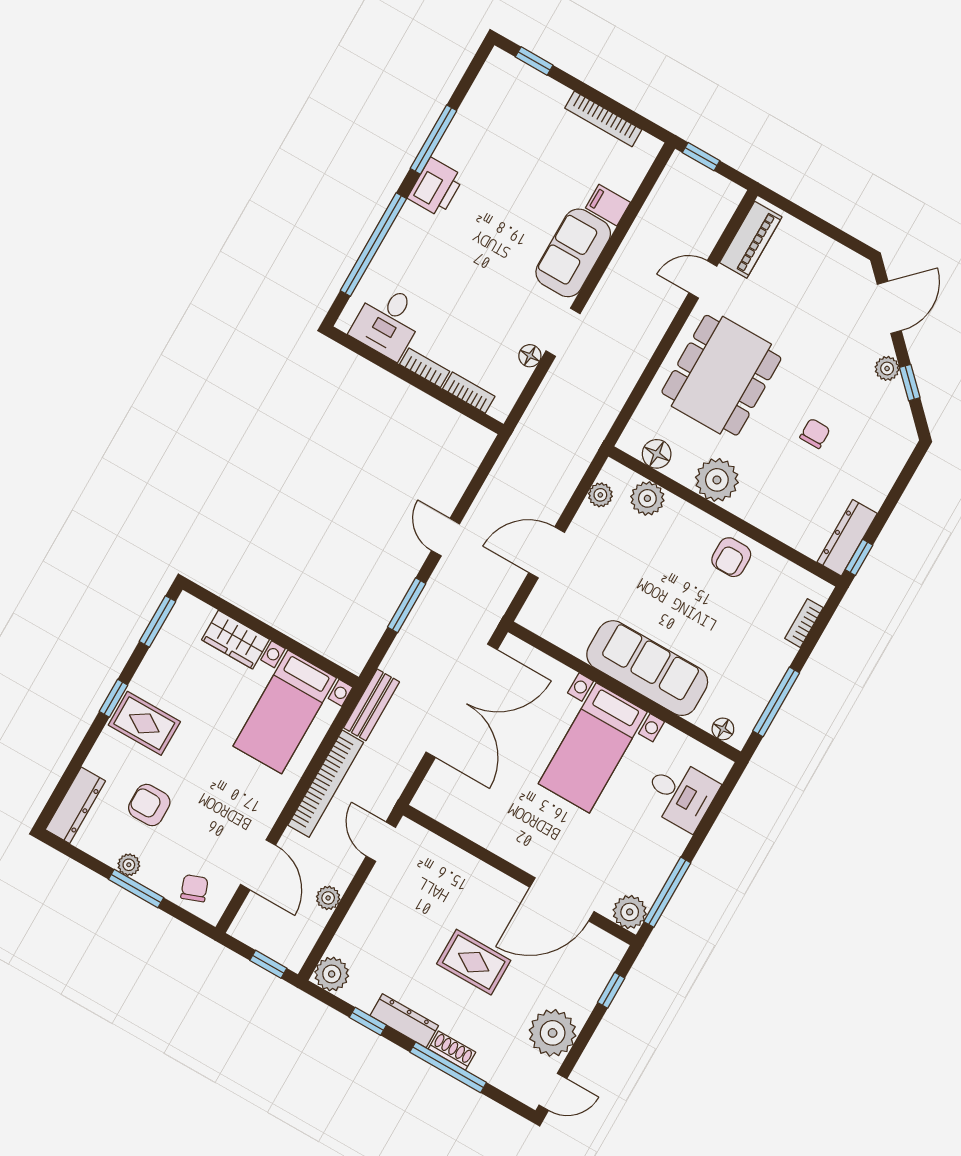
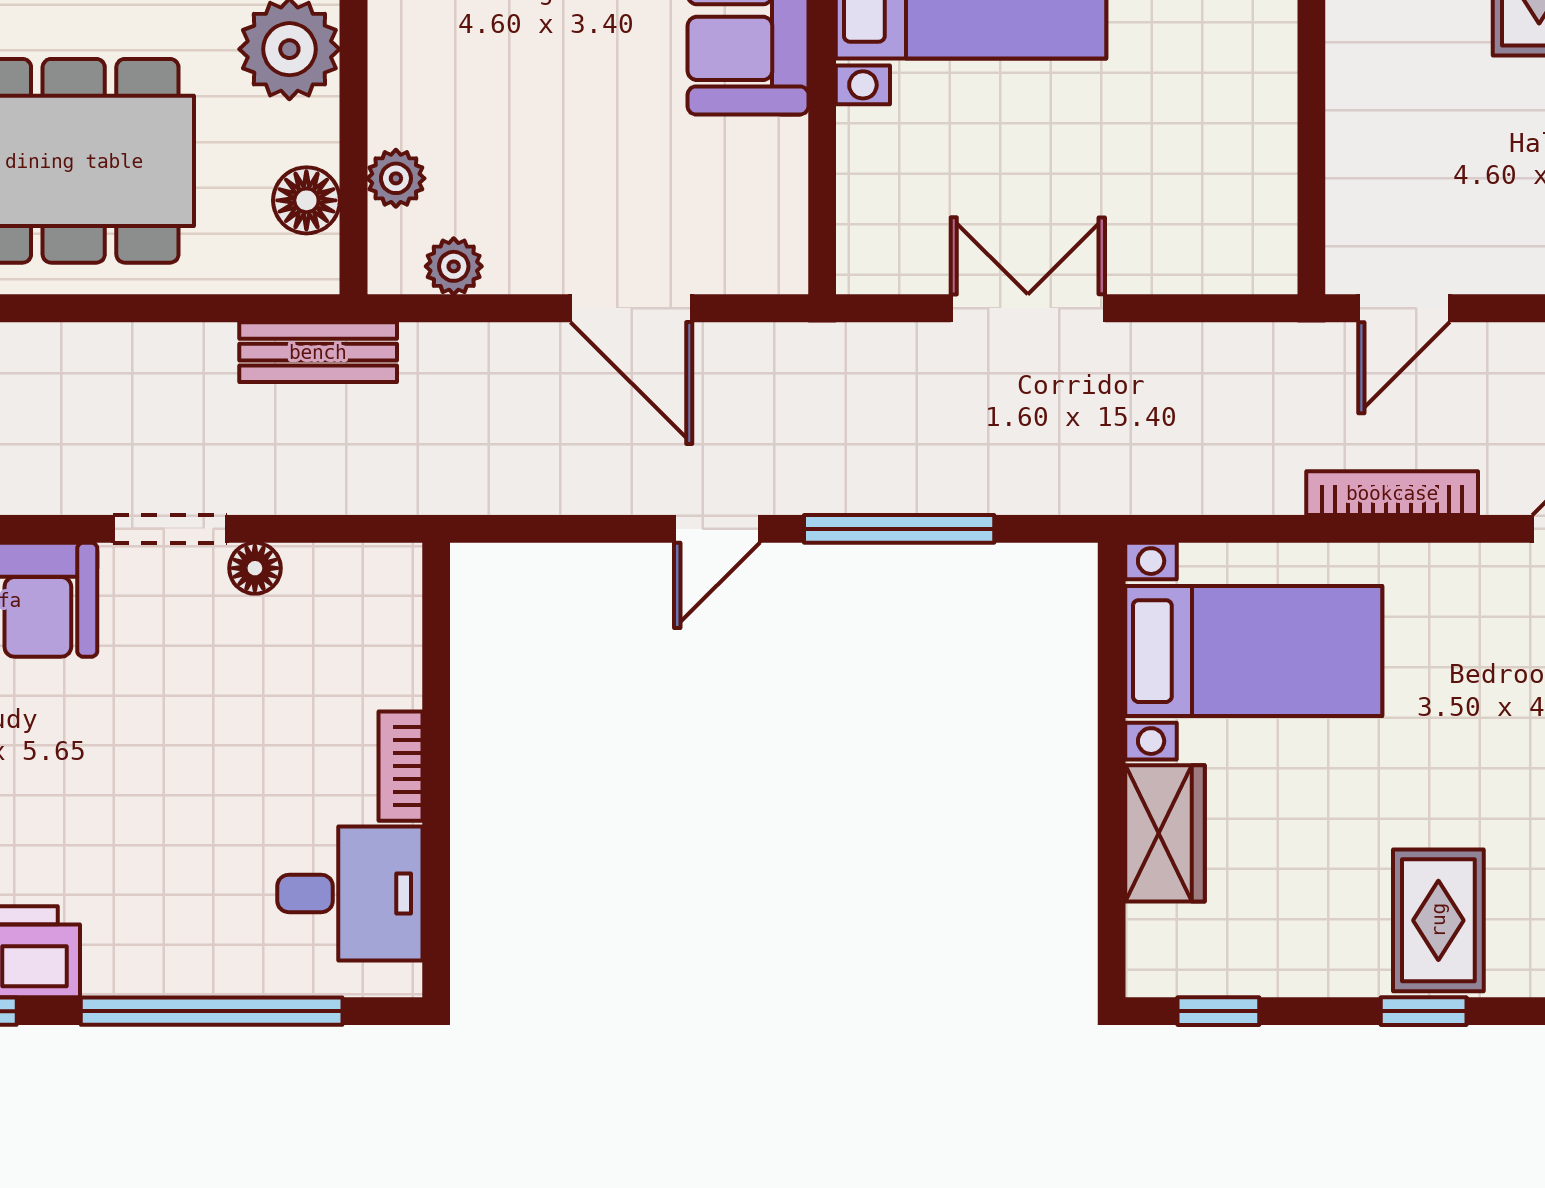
bookcase: (469, 393) -> (400, 649), removed
plant: (647, 498) -> (396, 178), width x0.73, depth x0.73
window: (407, 605) -> (899, 529), width x1.44
window: (157, 621) -> (1218, 1011), width x0.67
double door: (462, 701) -> (1028, 308), width x0.54
bench: (371, 705) -> (318, 352), moved
bookcase: (326, 784) -> (1392, 493), width x0.68, depth x0.76

